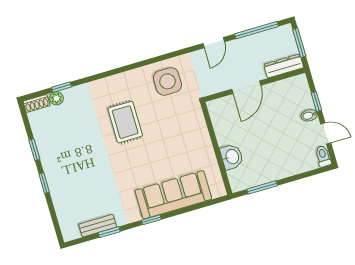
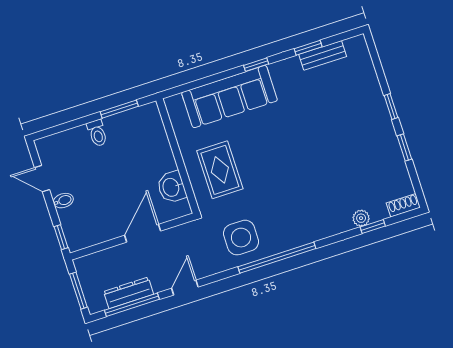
window: (139, 64) -> (277, 258), added
dresser: (284, 66) -> (129, 293), moved, turned 180
plant: (56, 98) -> (361, 218), moved
window: (316, 102) -> (61, 237), moved
rug: (125, 122) -> (220, 170), moved
toilet: (323, 156) -> (97, 133), moved
washbasin: (232, 157) -> (172, 187), moved

